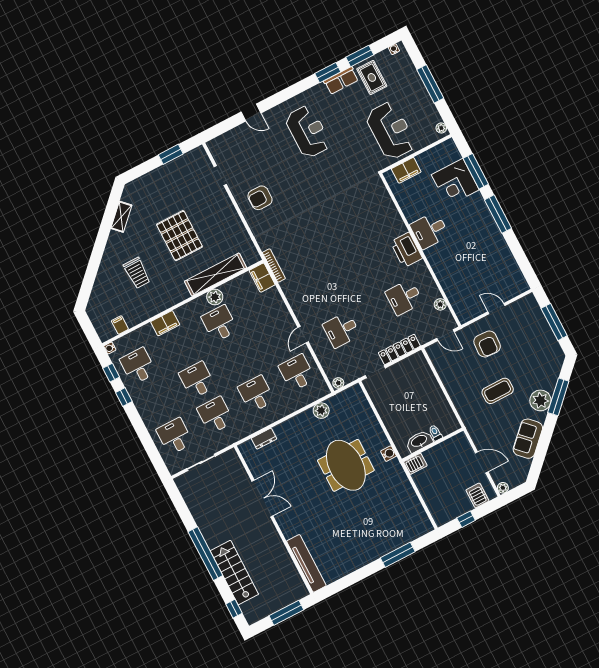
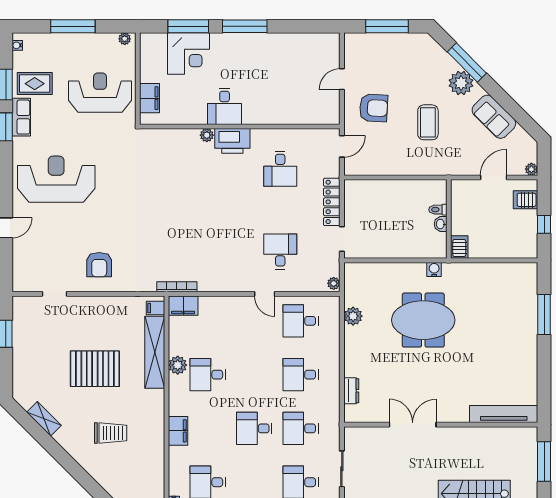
reception desk: (308, 131) -> (56, 179), width x1.36, depth x1.30
plant: (440, 304) -> (207, 135), moved
filing cabinet: (120, 325) -> (155, 308), moved
desk: (341, 330) -> (280, 251), turned 180
washbasin: (419, 441) -> (441, 224), width x0.52, depth x0.69

